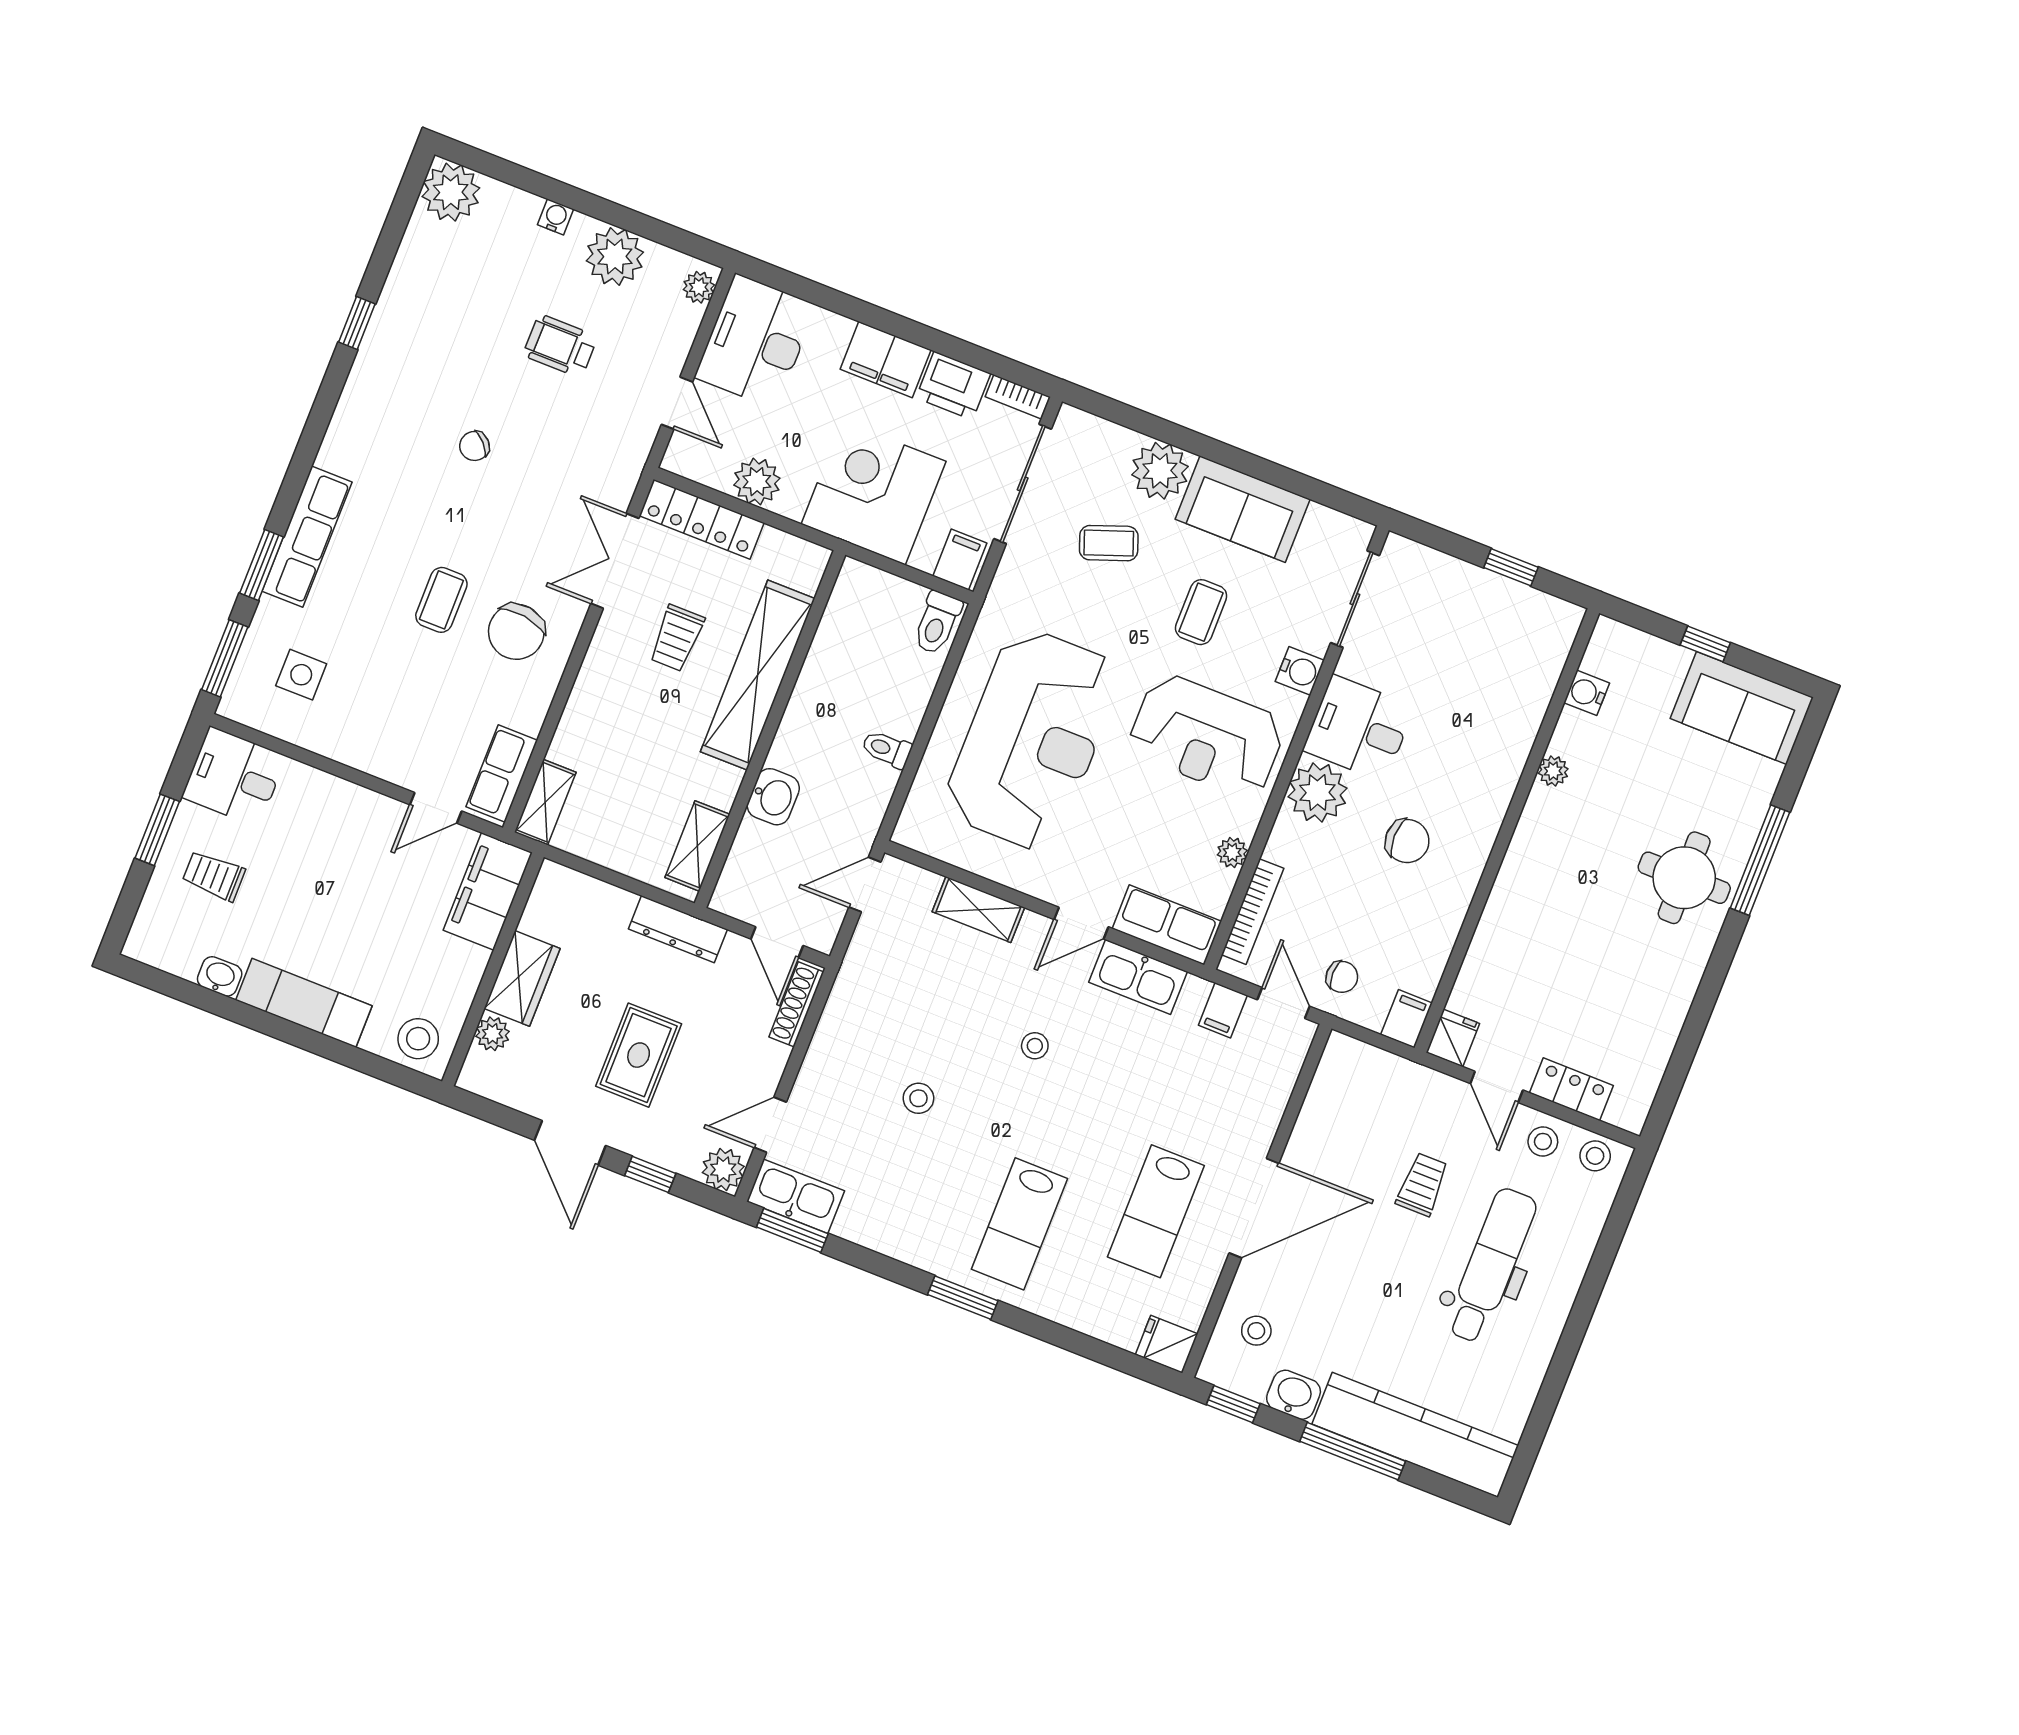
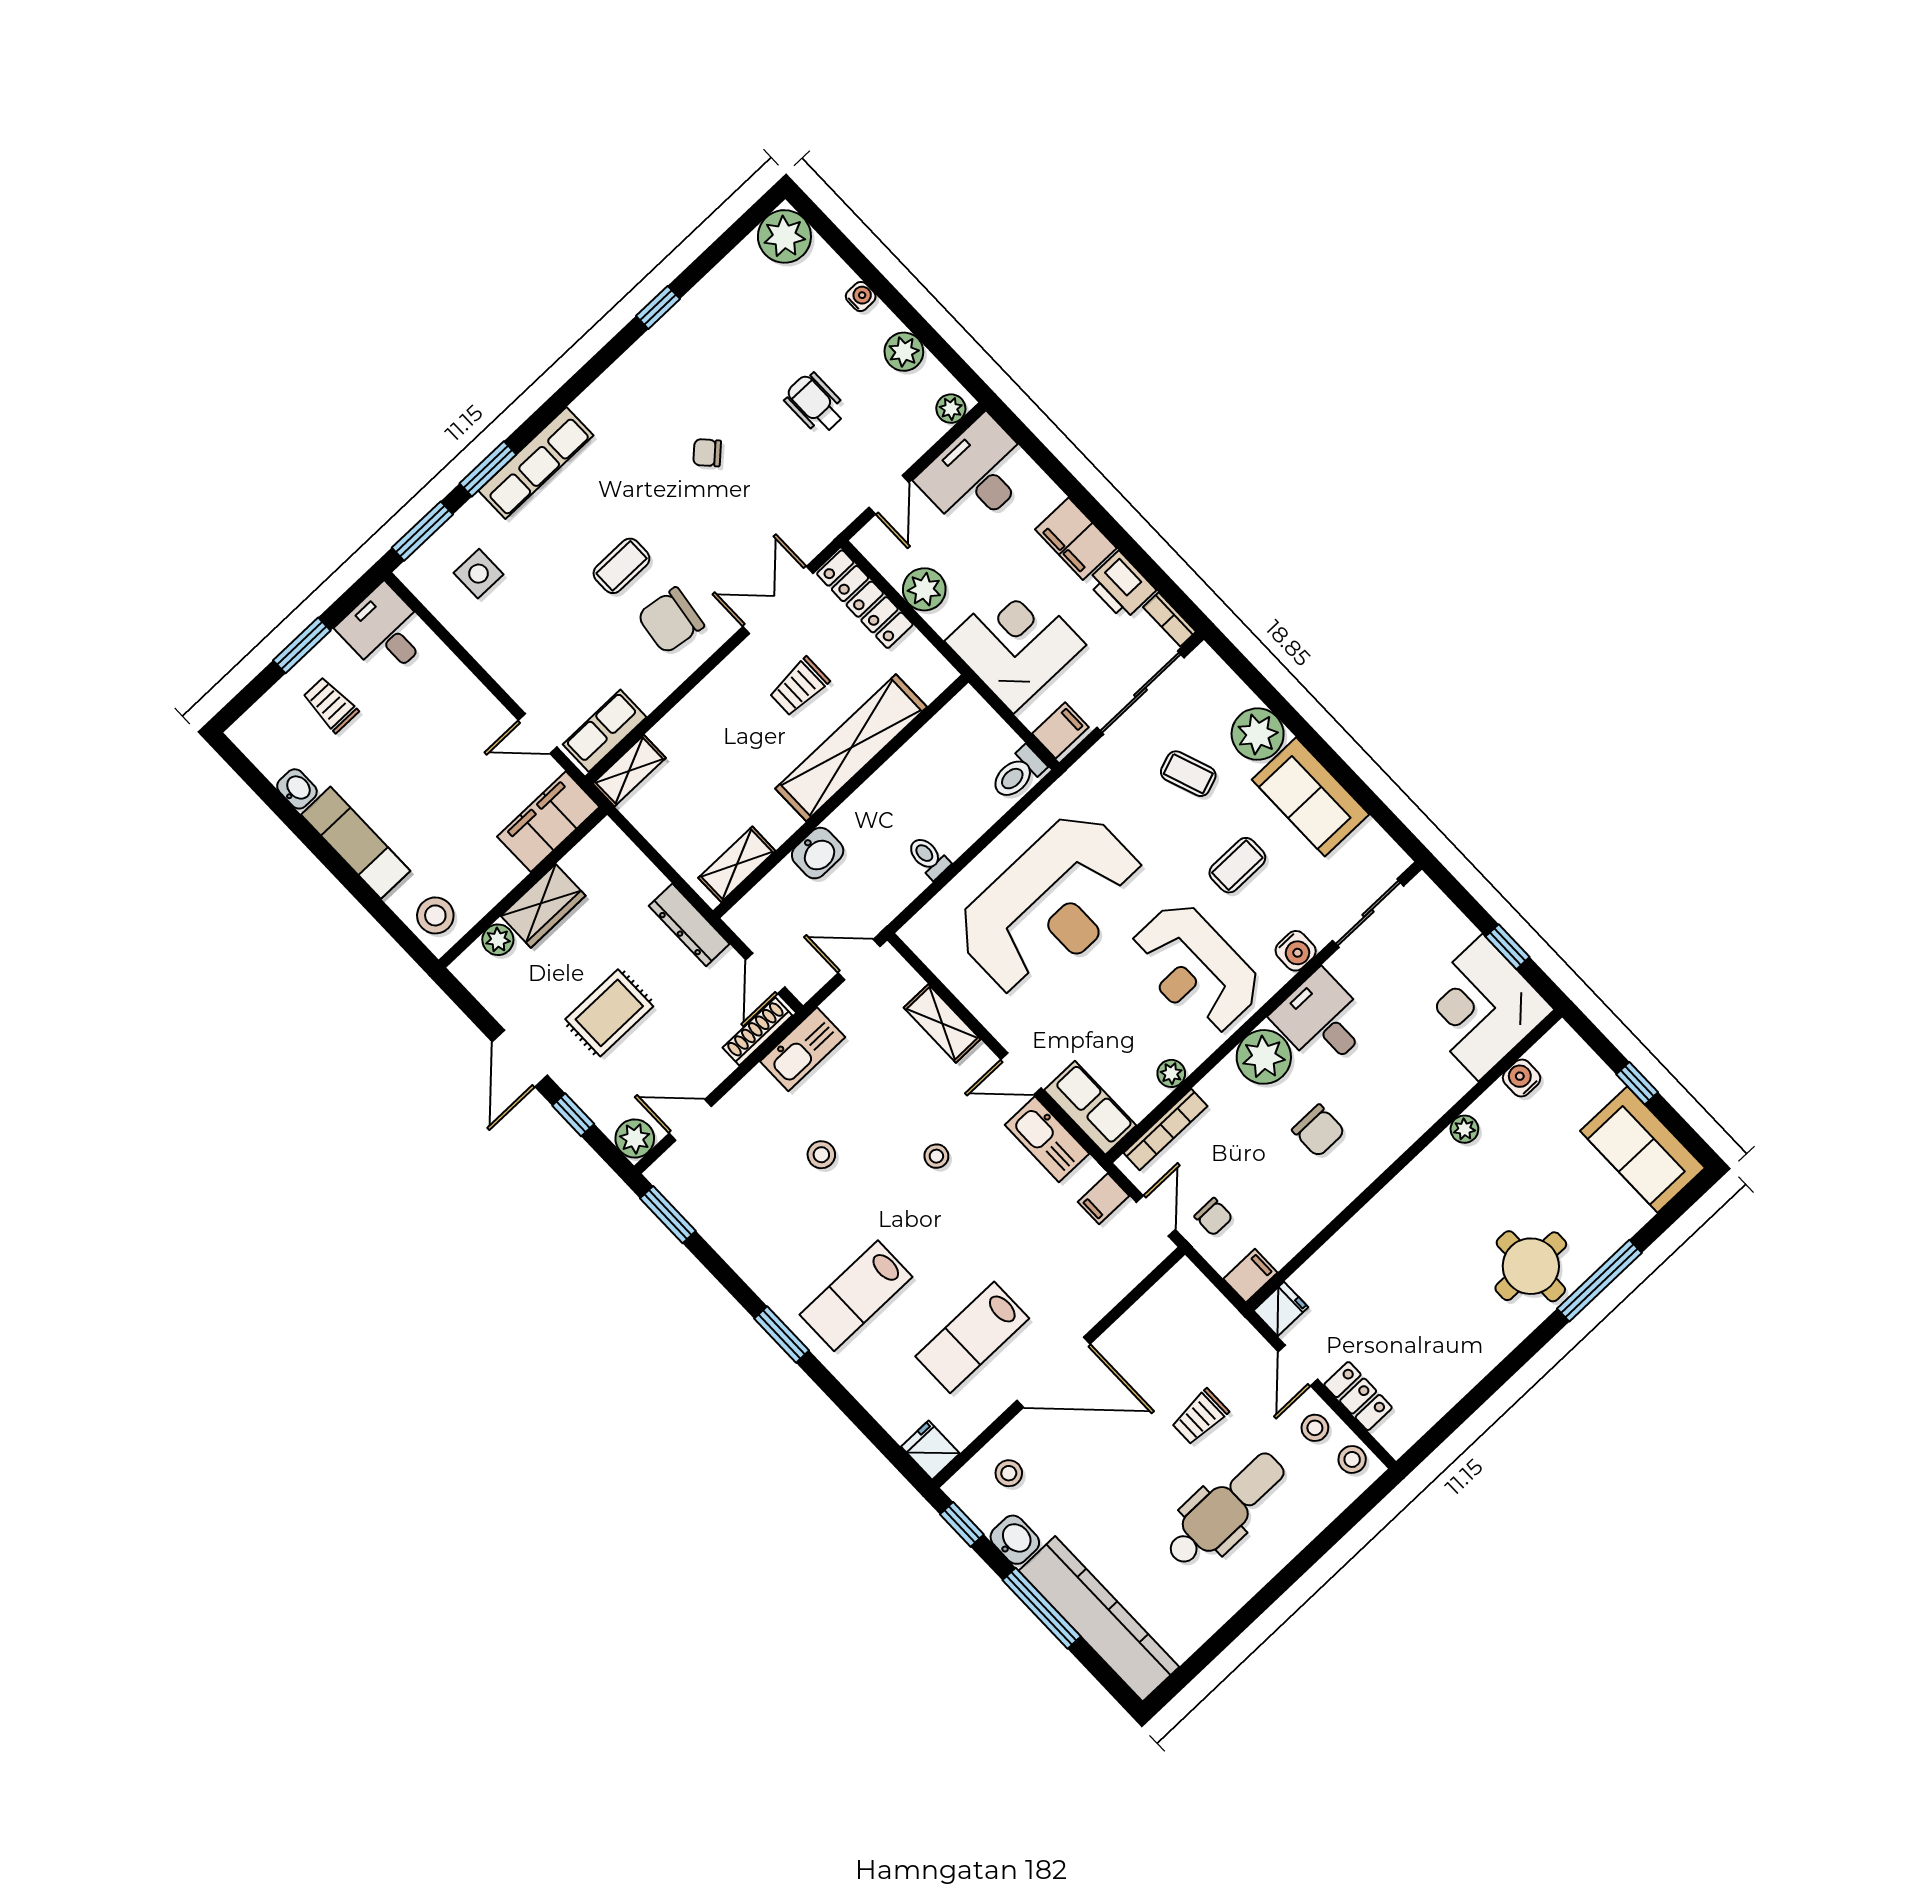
plant: (615, 256) -> (904, 352), width x0.73, depth x0.73
corner desk: (1512, 641) -> (1481, 1008), added
trolley: (1422, 1184) -> (1200, 1417), turned 180
kitchen sink: (796, 1196) -> (803, 1049), moved, turned 90

